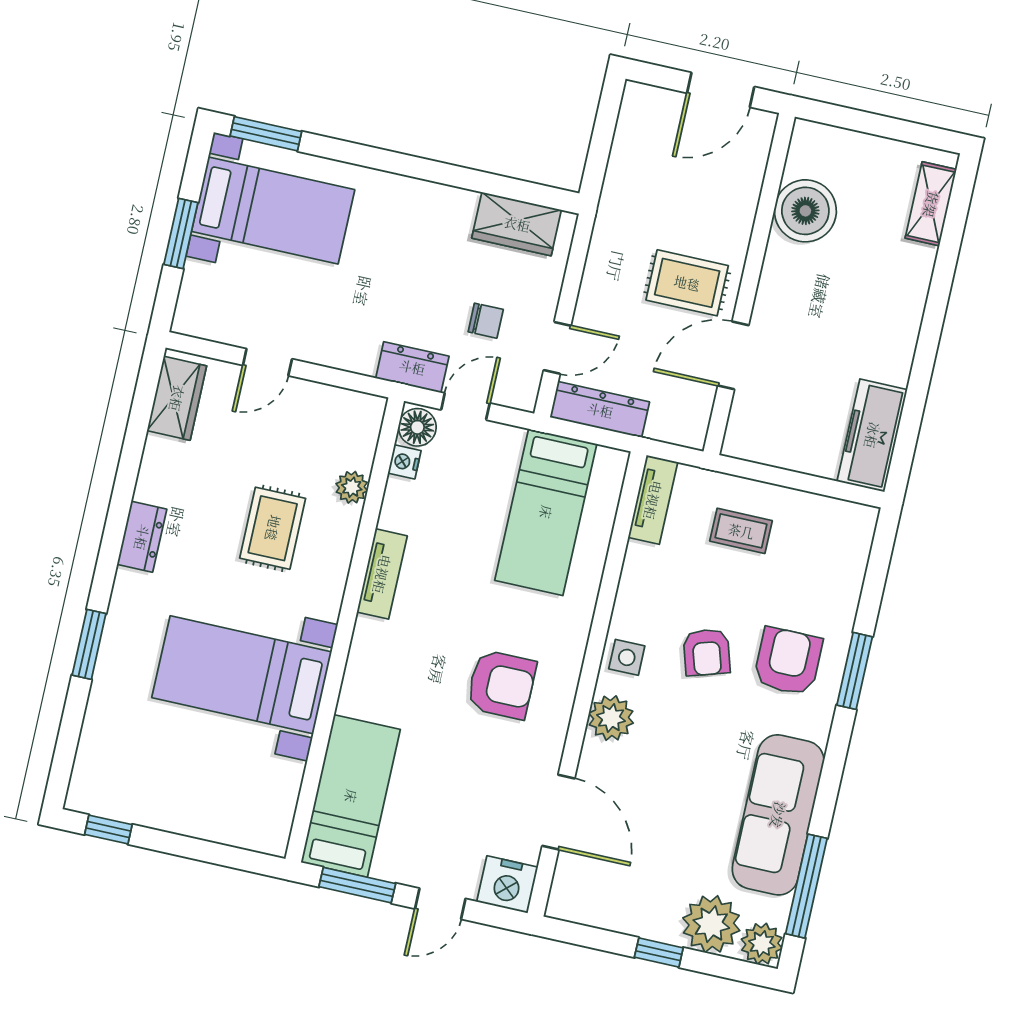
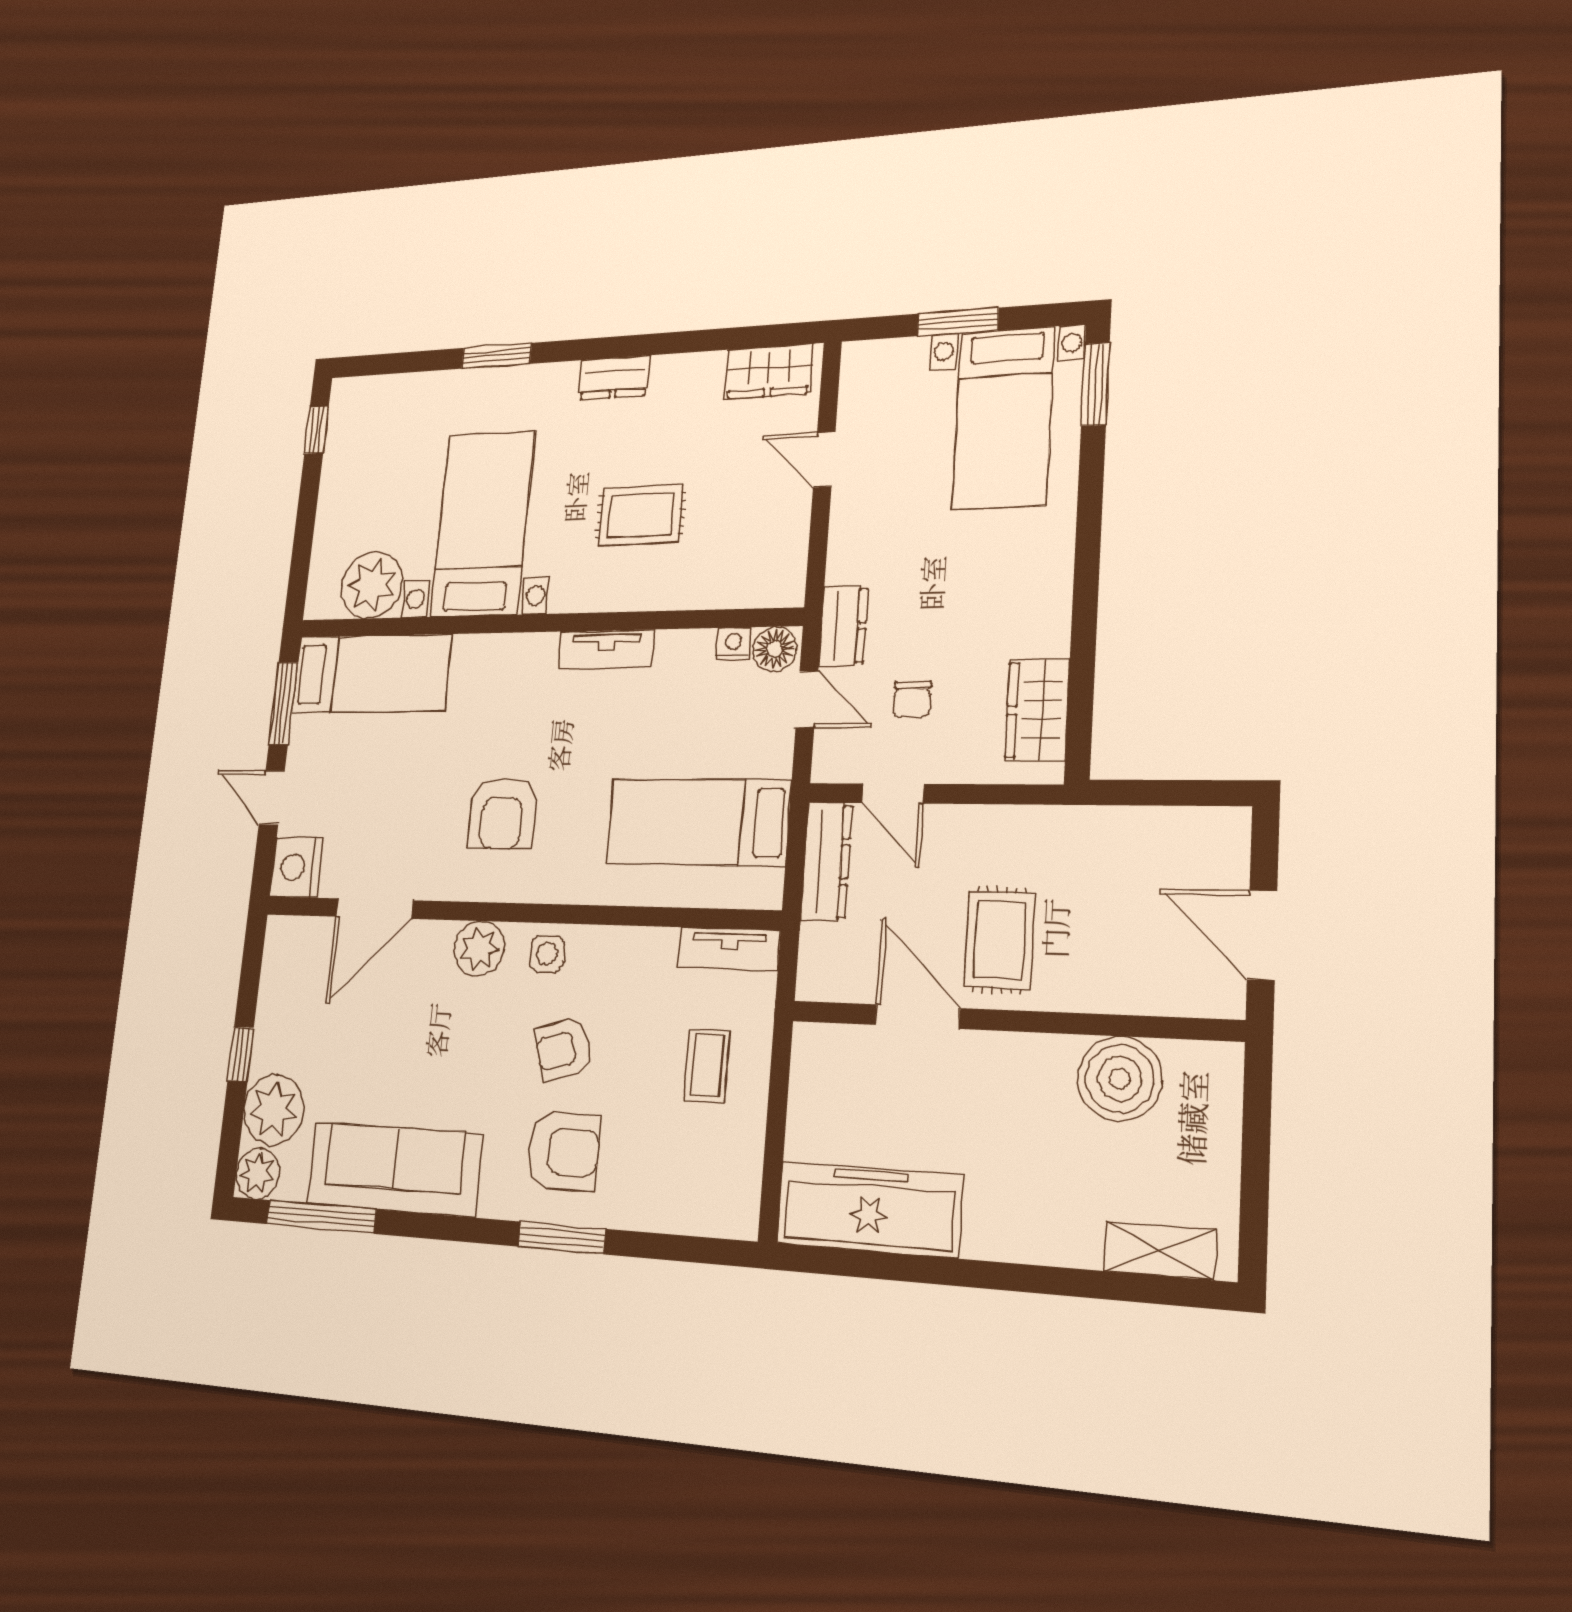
freezer: (872, 435) -> (869, 1209), width x1.36, depth x1.26
plant: (352, 487) -> (372, 585), moved, width x1.88, depth x1.88

